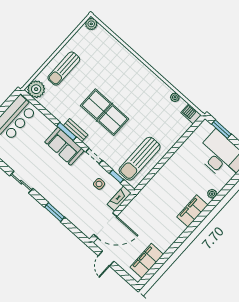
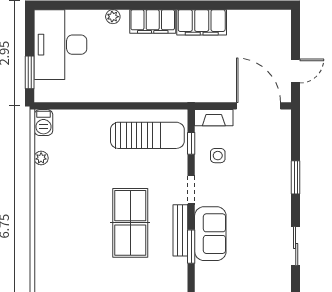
bench: (76, 130) -> (180, 230), width x1.36
filing cabinet: (147, 261) -> (202, 22), moved

